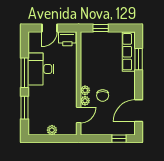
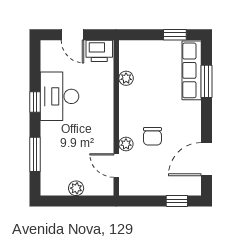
door: (49, 28) -> (72, 35), hinge flipped
window: (101, 28) -> (175, 35), moved
window: (25, 73) -> (35, 102), width x0.46
plant: (85, 90) -> (126, 78), moved
door: (79, 115) -> (116, 165), swing flipped

